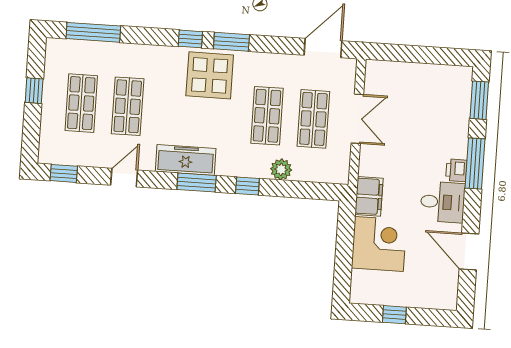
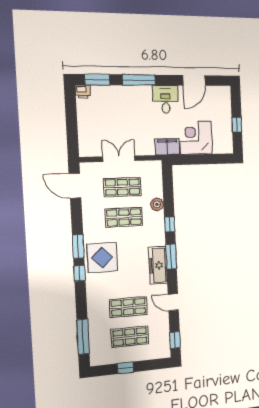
printer: (456, 170) -> (83, 92), moved

